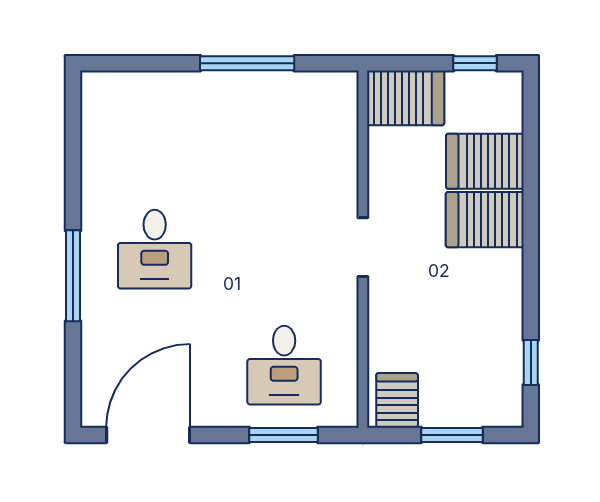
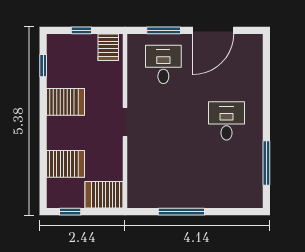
server rack: (485, 220) -> (65, 102), moved
window: (73, 276) -> (266, 163), moved
door: (148, 435) -> (213, 30), moved
window: (452, 435) -> (81, 30), width x0.67

